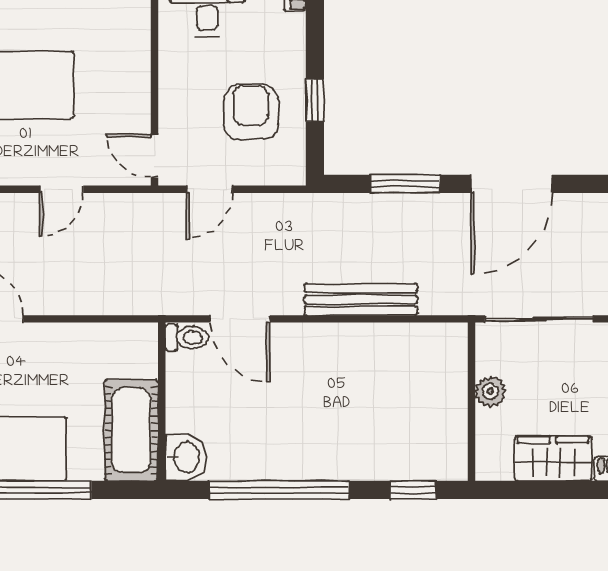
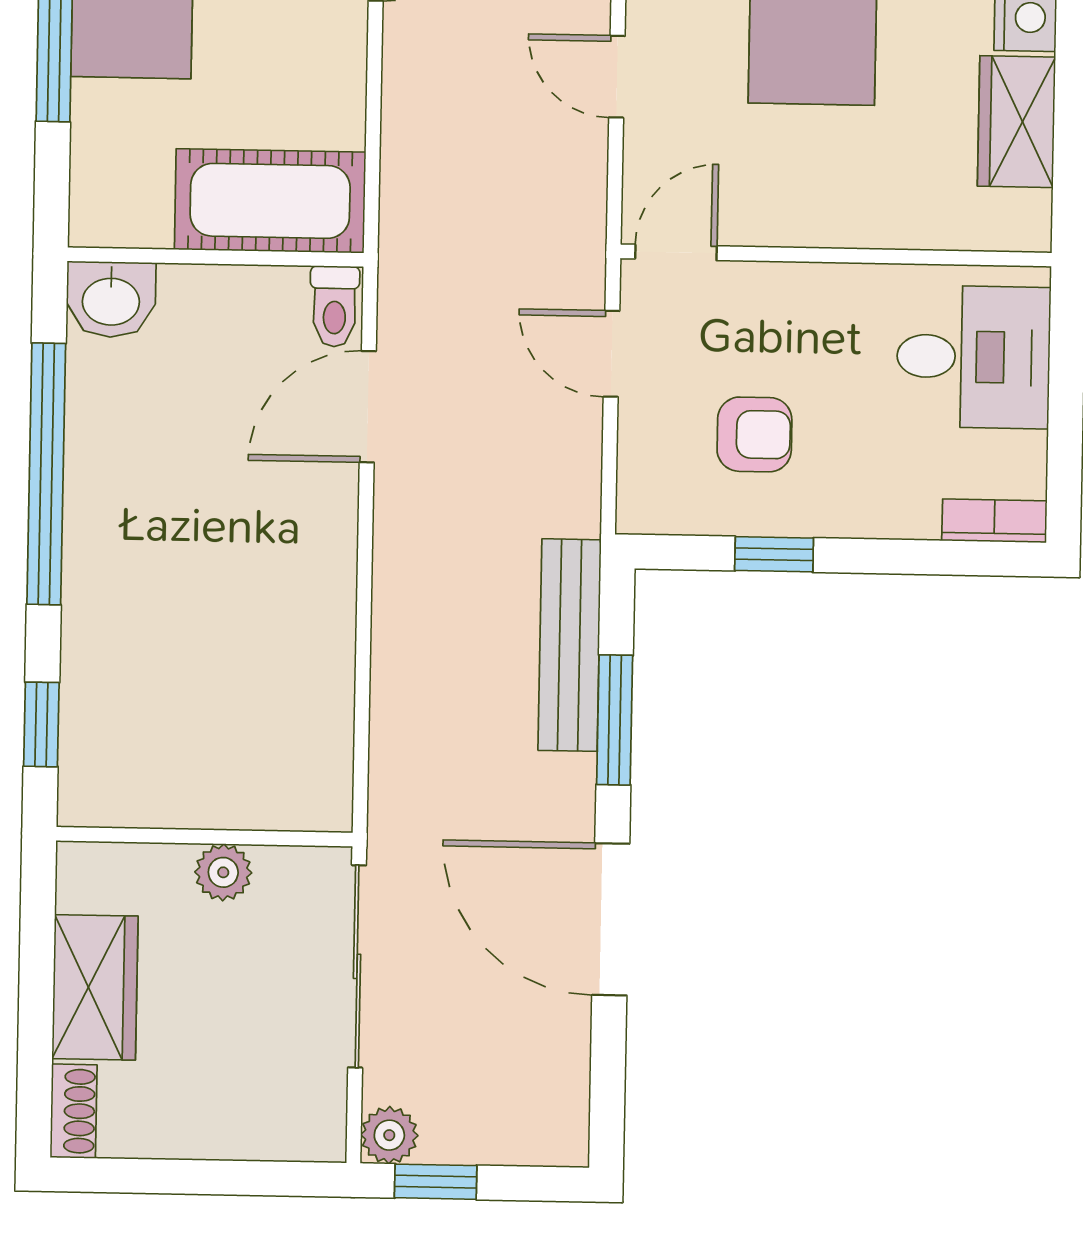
armchair: (251, 112) -> (754, 434), width x0.72, depth x0.72
bench: (361, 299) -> (570, 645), moved
cot: (131, 430) -> (270, 201), moved

